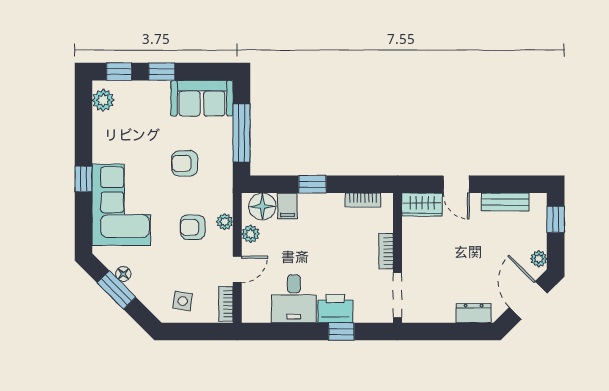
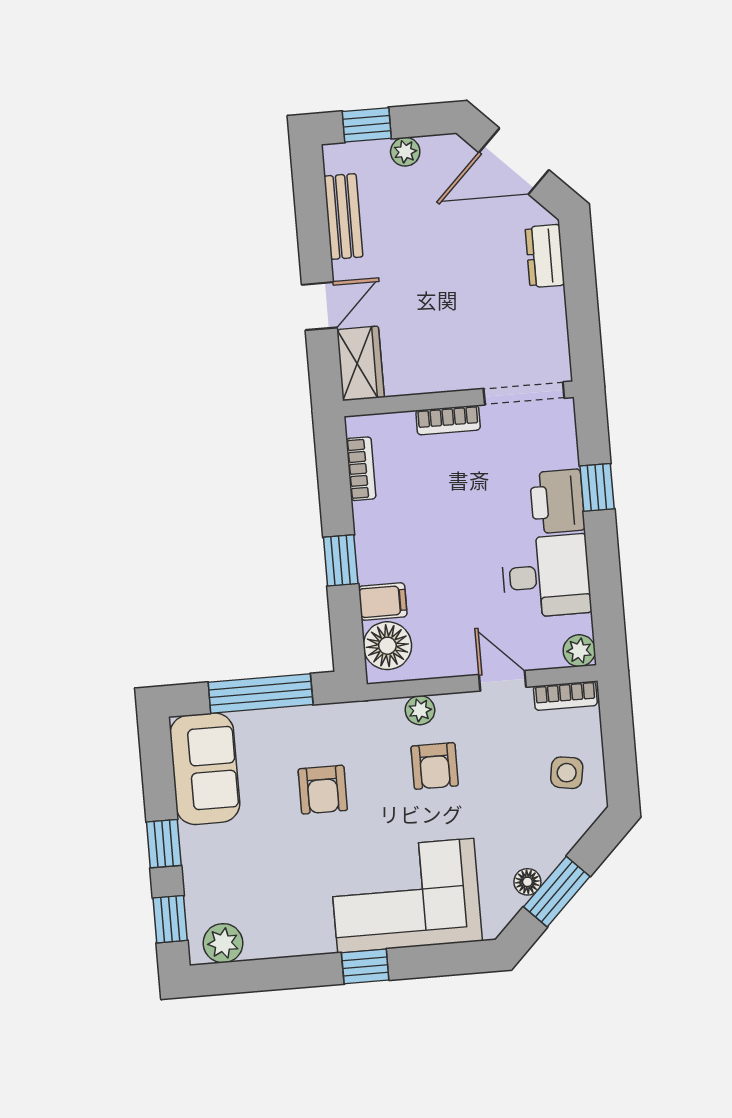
plant: (251, 234) -> (579, 651), moved
plant: (539, 259) -> (405, 152), moved

